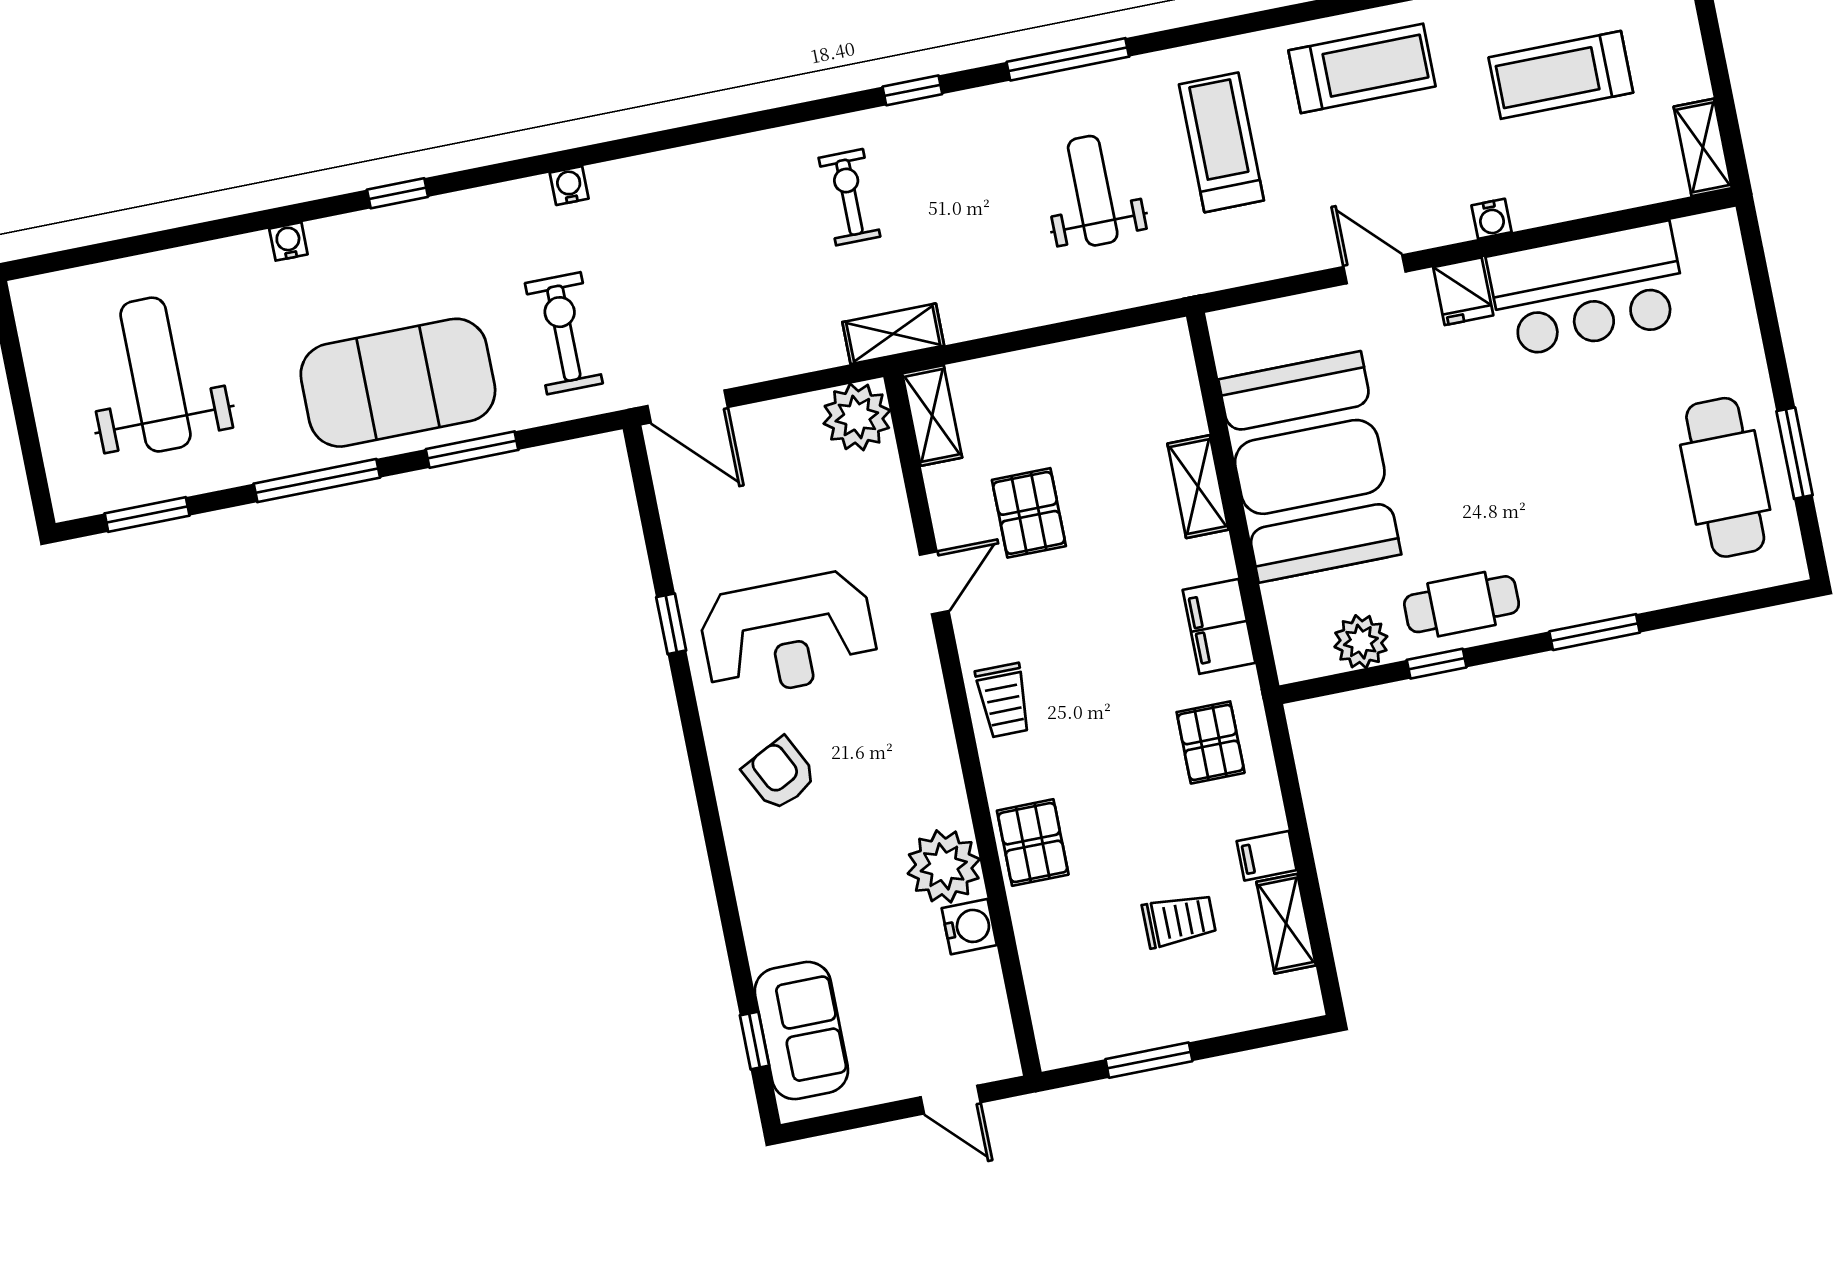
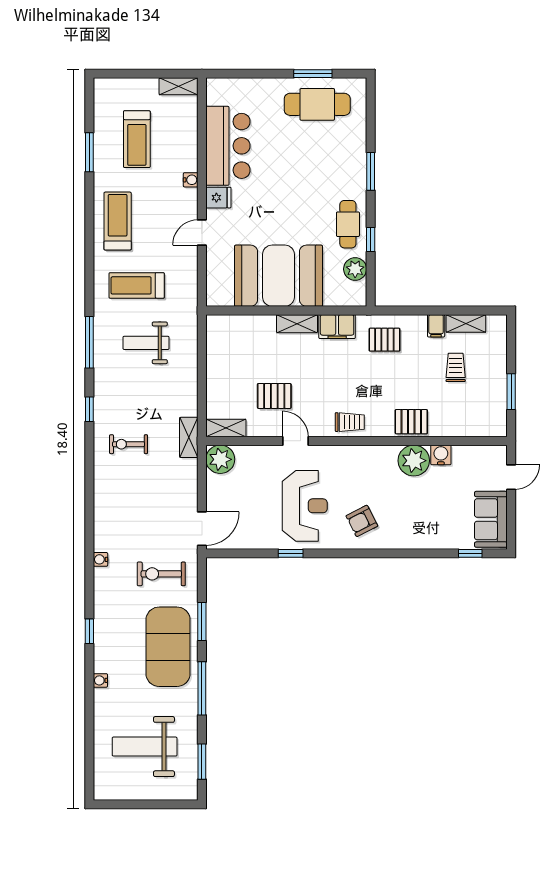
shelving: (1198, 487) -> (297, 324), moved
sofa: (801, 1031) -> (491, 519), moved, turned -90

